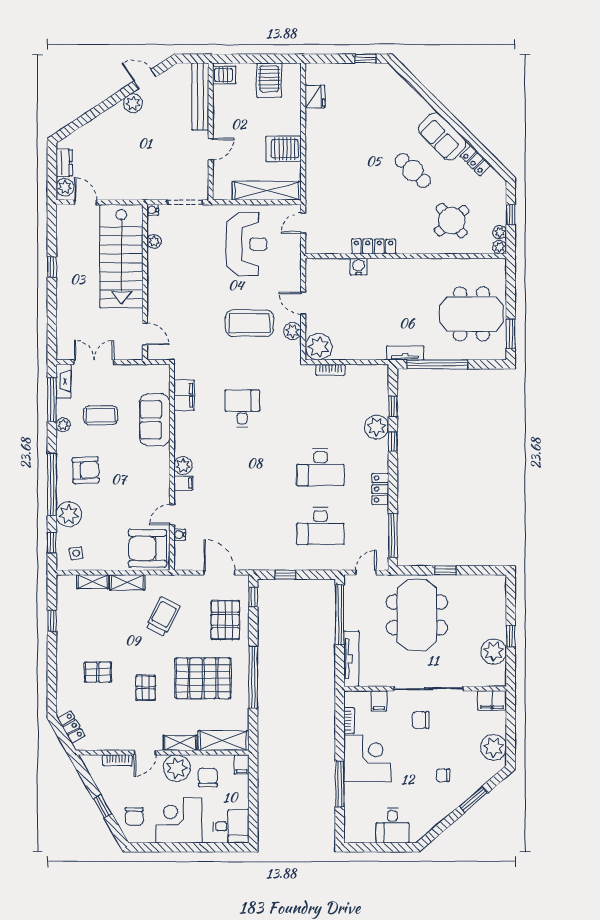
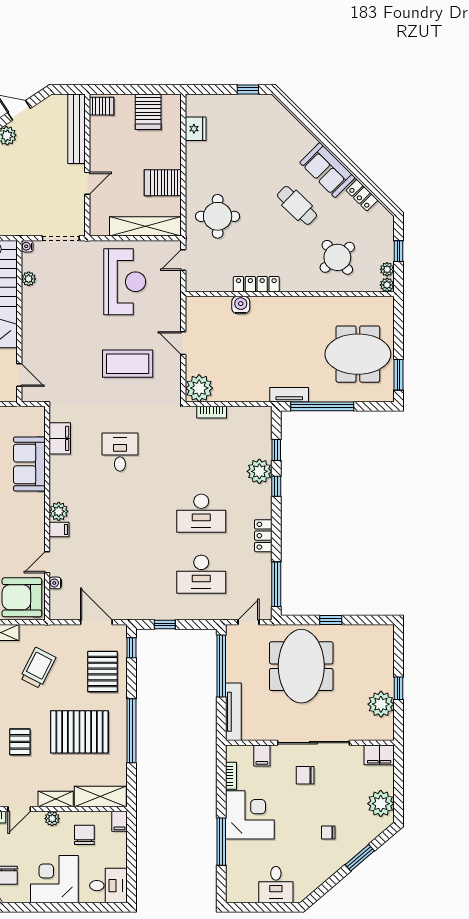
round table: (336, 181) -> (218, 216), added
plant: (293, 331) -> (172, 372), removed
plant: (177, 768) -> (52, 819), width x0.53, depth x0.53

